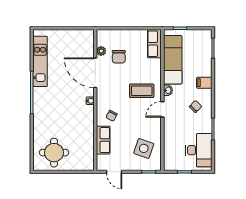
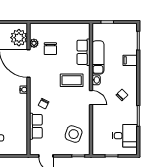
row of seats: (154, 44) -> (84, 52), moved
plant: (85, 45) -> (19, 38), added
exam couch: (173, 60) -> (98, 57), width x0.73, depth x0.69
filing cabinet: (204, 83) -> (130, 60), moved
door: (162, 109) -> (91, 98), swing flipped
desk: (199, 150) -> (125, 136), width x0.73

